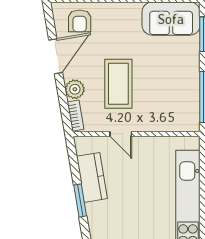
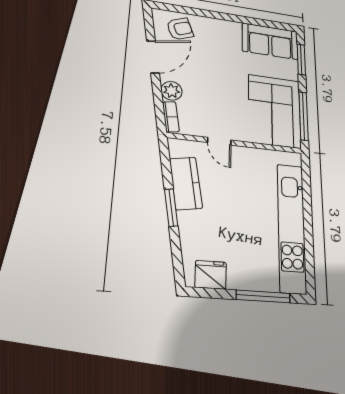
armchair: (80, 21) -> (180, 29), turned -111
coffee table: (118, 84) -> (218, 92), removed
corner sofa: (174, 96) -> (275, 111), added

